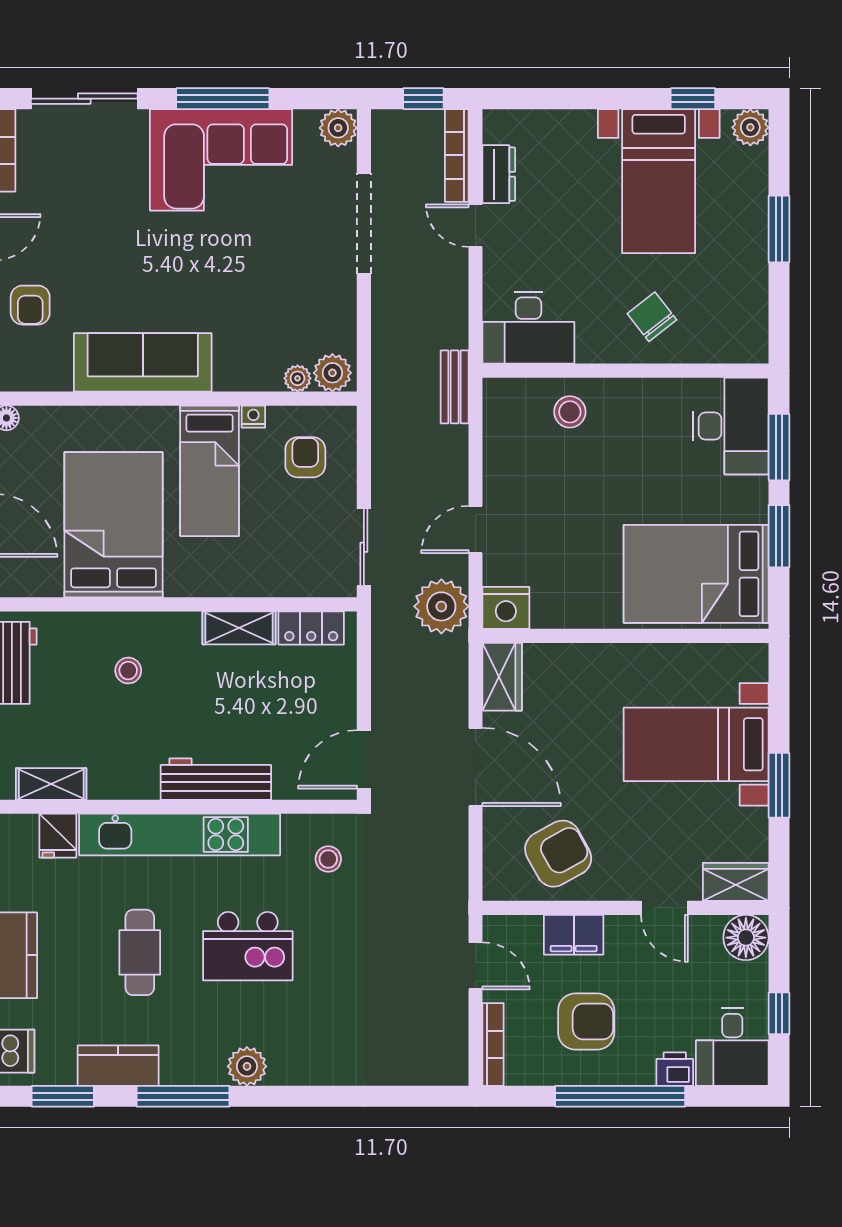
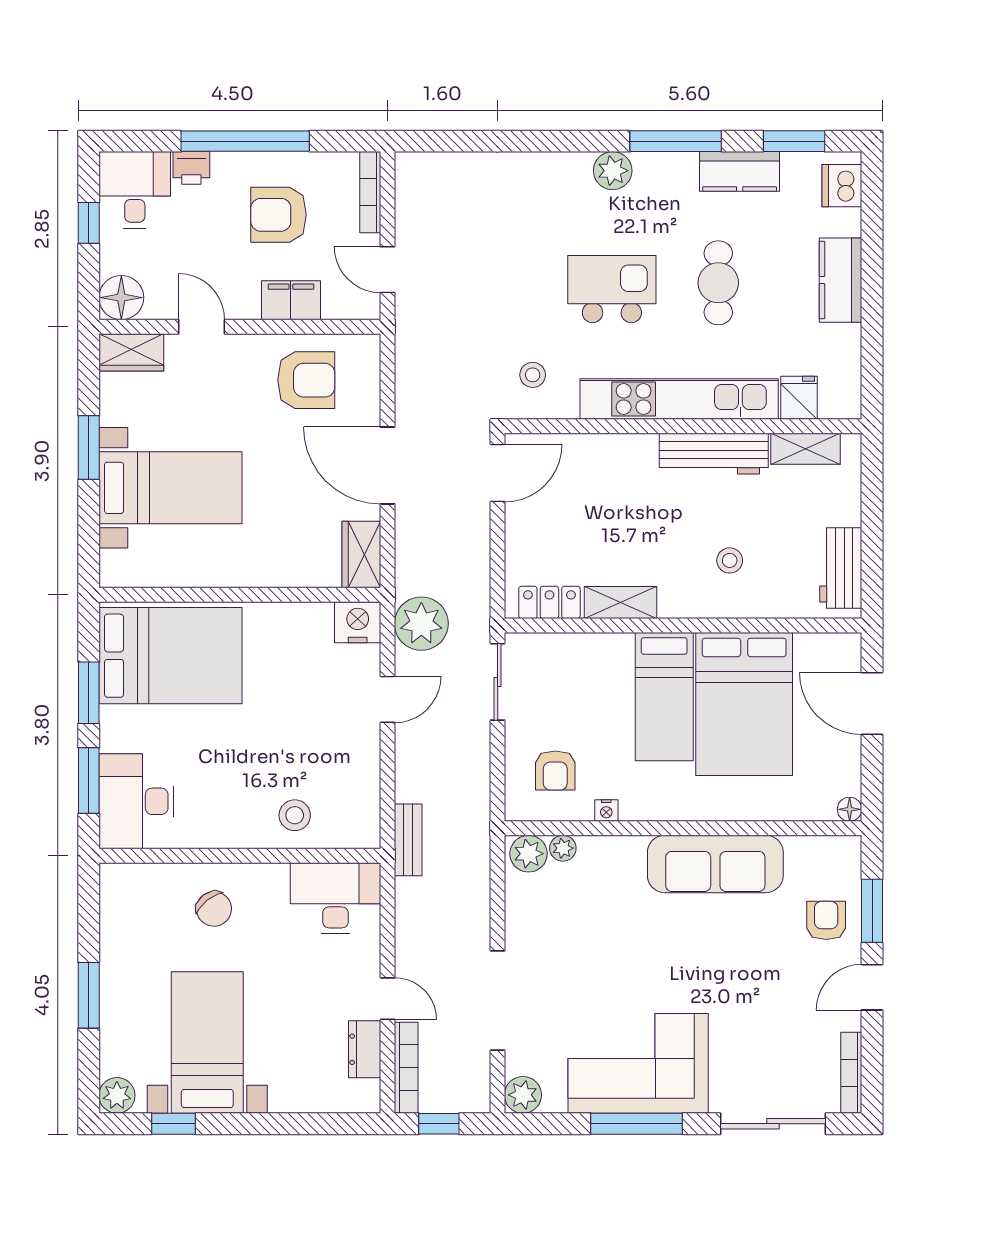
bed: (210, 471) -> (664, 697), moved, turned 180
workbench: (216, 779) -> (714, 454), moved
armchair: (558, 854) -> (306, 380), turned -151

